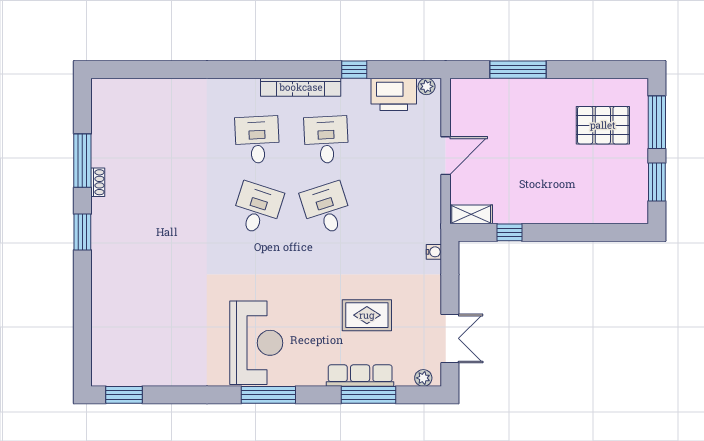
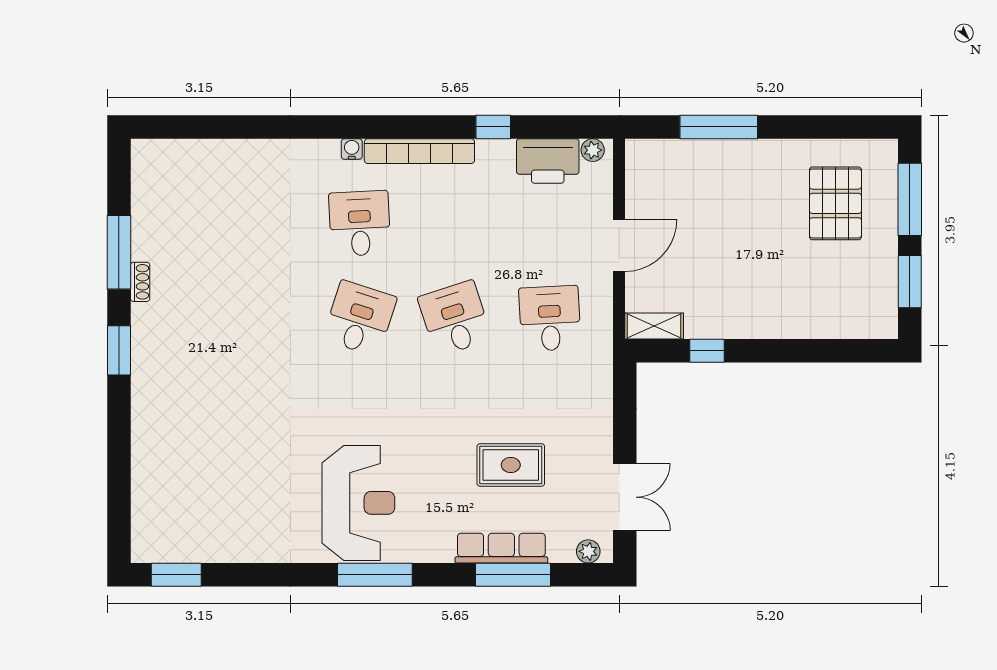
pallet: (603, 125) -> (835, 203), turned 90
desk: (326, 140) -> (550, 318), moved
water cooler: (434, 252) -> (352, 149), moved, turned -90

